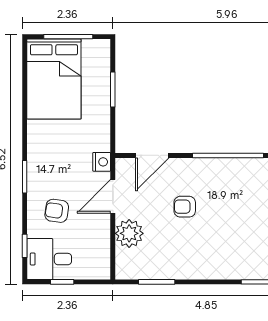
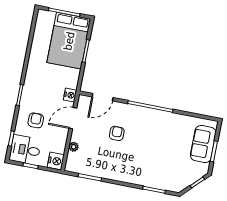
bed: (54, 79) -> (69, 41), moved
armchair: (185, 207) -> (117, 133), turned 90
armchair: (57, 211) -> (36, 120), turned 82
plant: (129, 233) -> (74, 147), width x0.53, depth x0.53
nightstand: (99, 267) -> (56, 161), added

